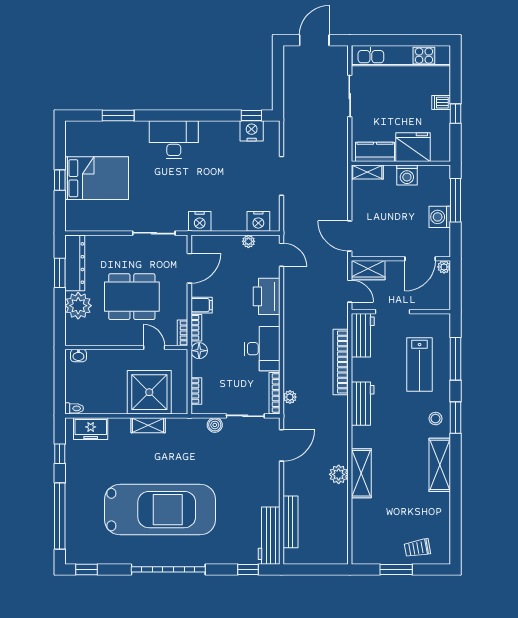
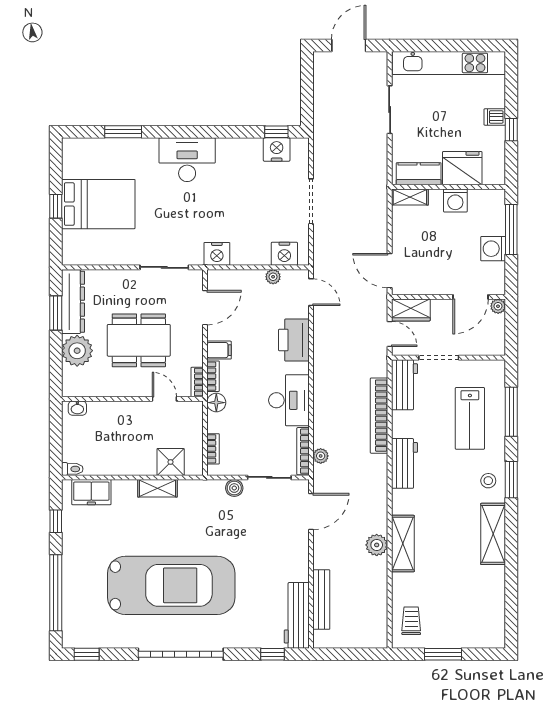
shower: (149, 392) -> (171, 462), width x0.54, depth x0.54
trolley: (417, 548) -> (411, 621), moved, turned 100

